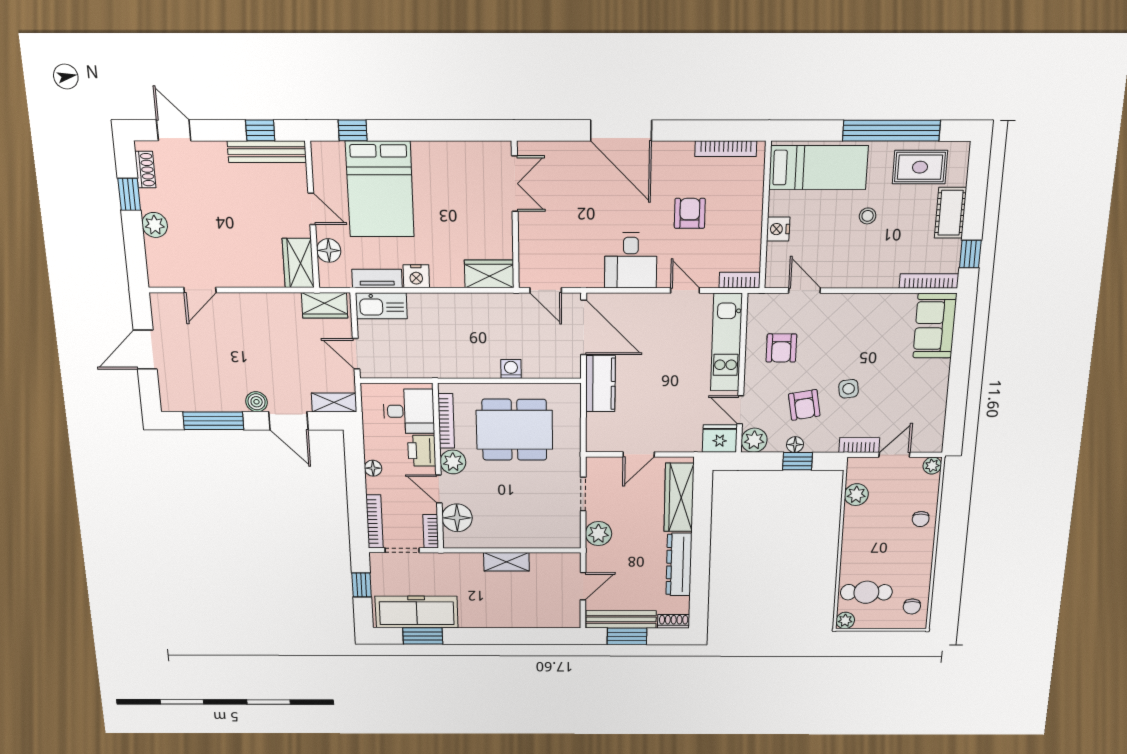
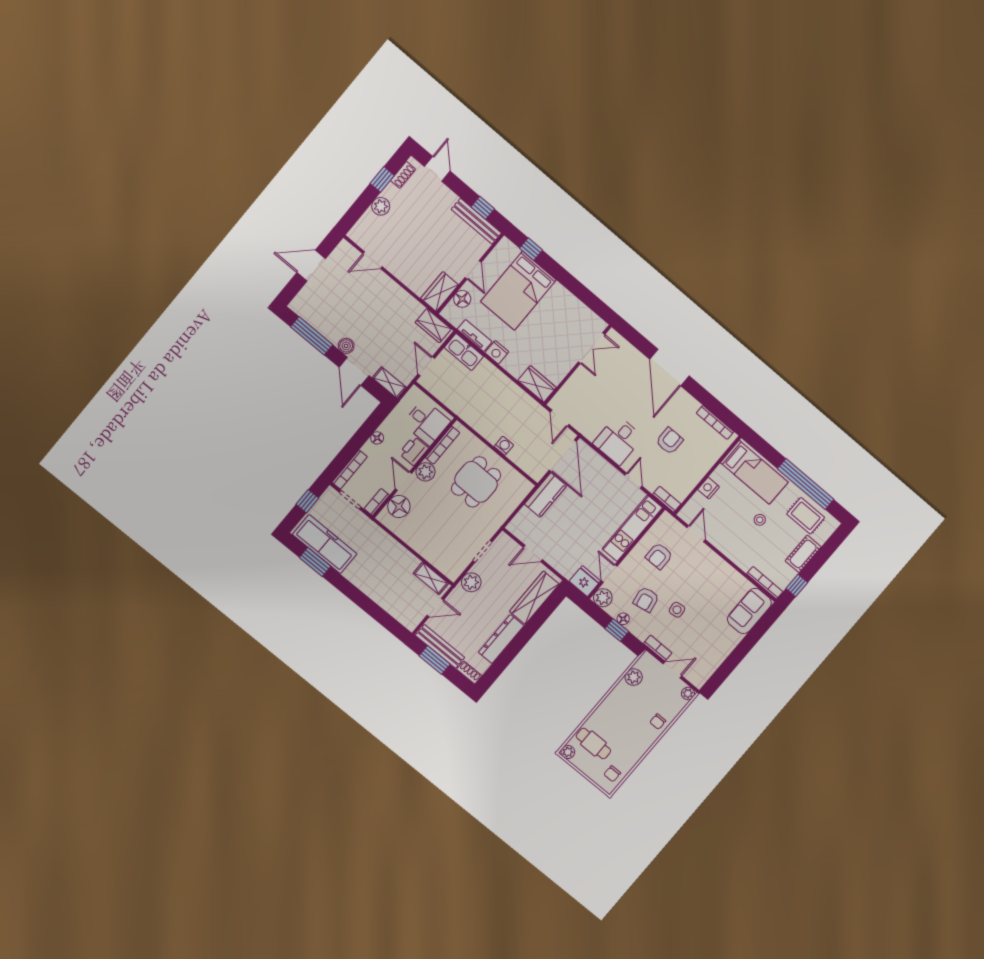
dining table: (514, 430) -> (476, 482), width x0.73
shelving: (506, 562) -> (431, 578), moved

